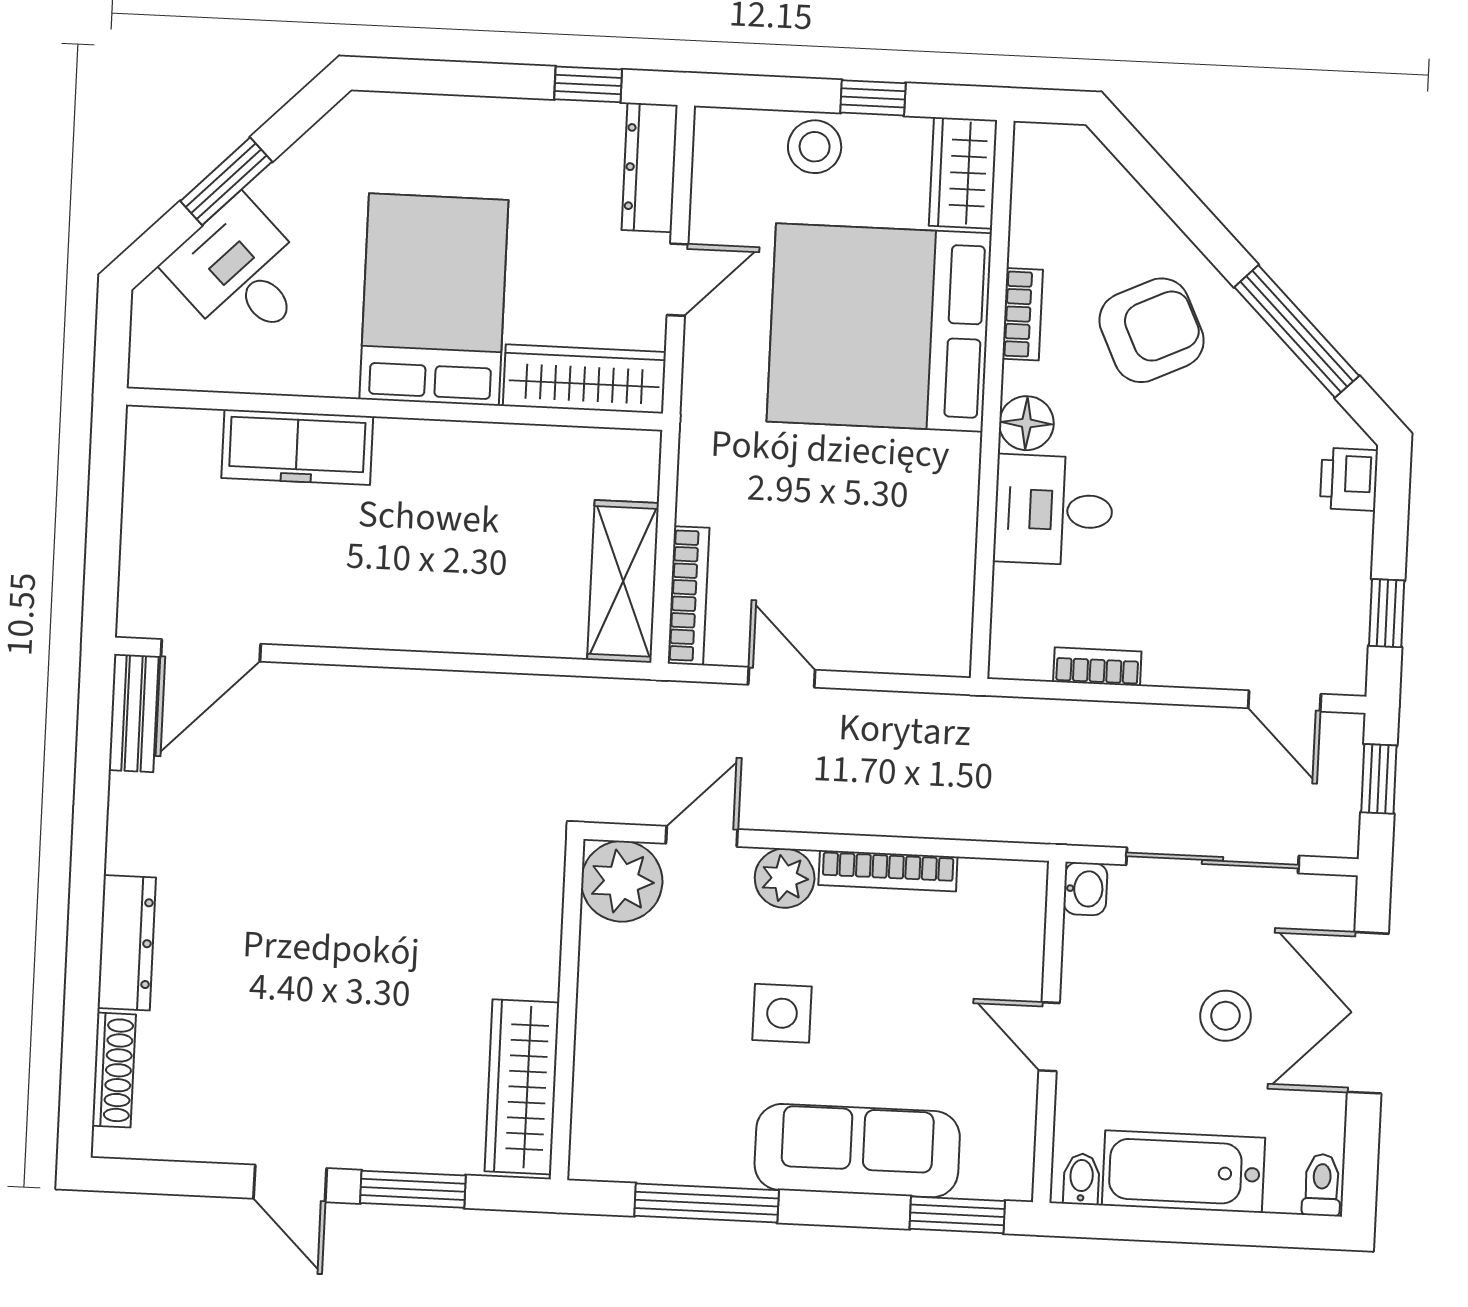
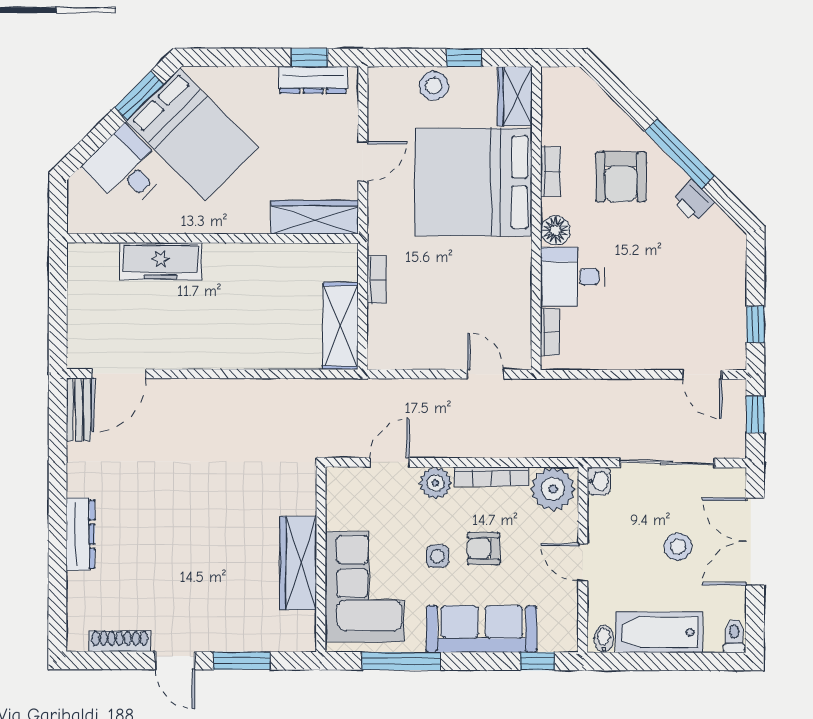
dresser: (650, 167) -> (313, 80), moved, turned -90
window: (226, 181) -> (139, 96), moved
bed: (434, 300) -> (192, 134), moved, turned 135
armchair: (1152, 330) -> (621, 177), turned 115
window: (1297, 331) -> (679, 154), moved
printer: (1349, 479) -> (693, 201), moved, turned -45
bookcase: (688, 596) -> (377, 280), moved, width x0.64
bookcase: (1097, 667) -> (550, 332), moved, turned 90
door: (782, 677) -> (486, 374), moved
plant: (622, 881) -> (553, 489), moved
armchair: (868, 1003) -> (484, 548), added
side table: (782, 1013) -> (437, 556), width x0.73, depth x0.73
corner sofa: (645, 1064) -> (365, 587), added
shoe rack: (114, 1070) -> (120, 641), moved, turned -90
wardrobe: (522, 1087) -> (298, 563), moved
window: (957, 1215) -> (537, 661), width x0.67

